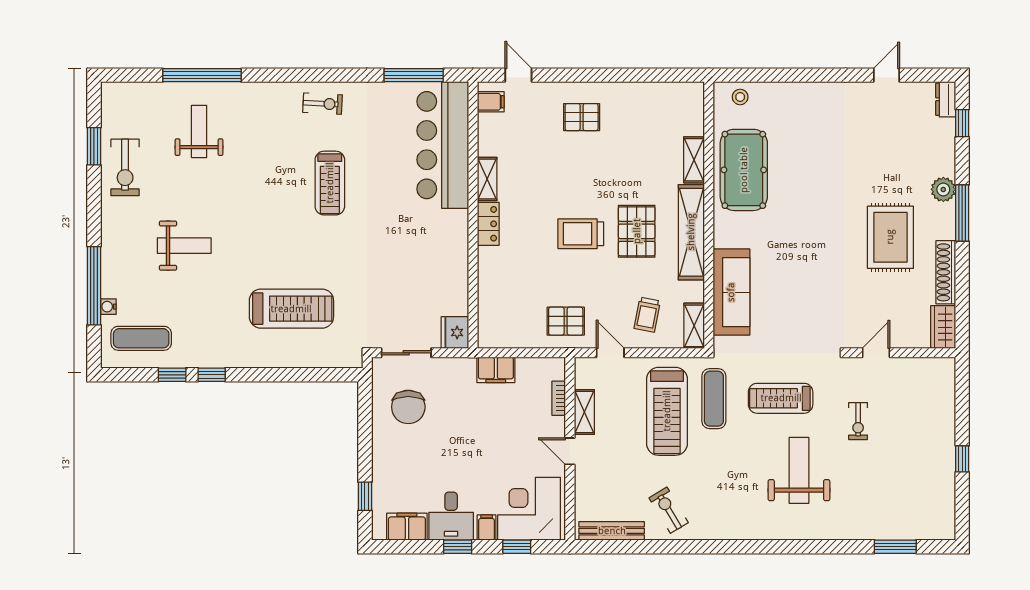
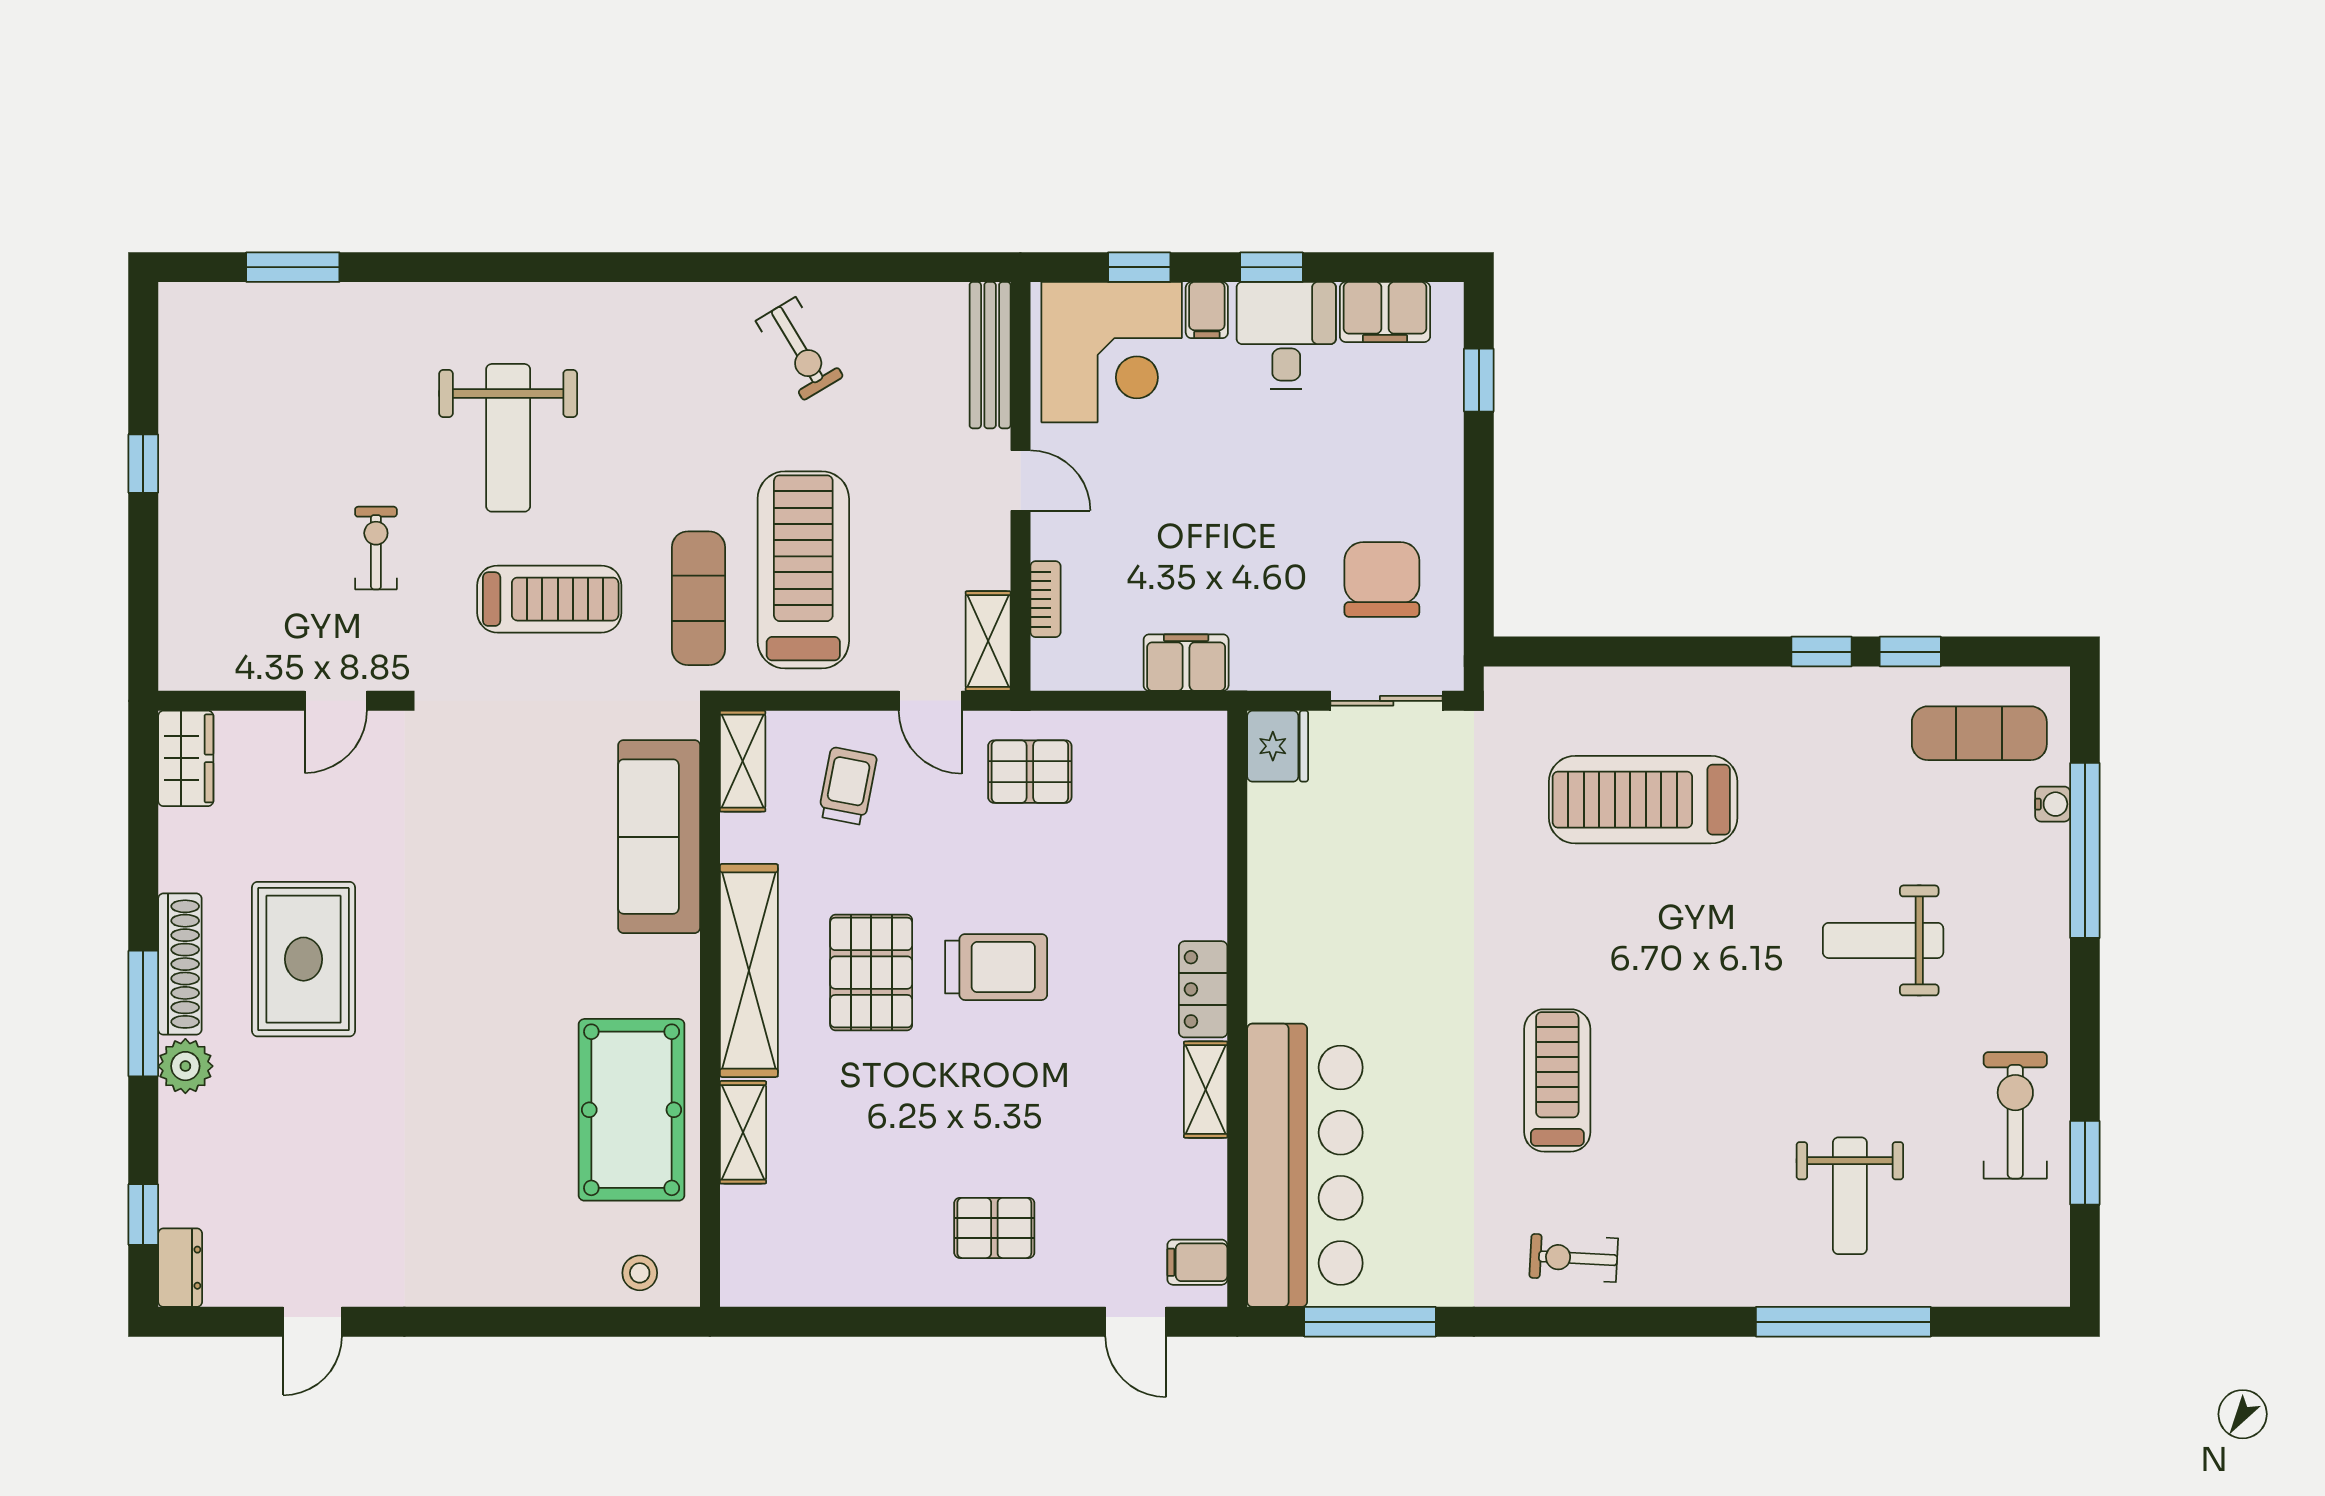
shoe rack: (946, 272) -> (180, 964), moved
shelving: (584, 412) -> (988, 641), moved
bench: (612, 531) -> (990, 355), moved, turned 90

